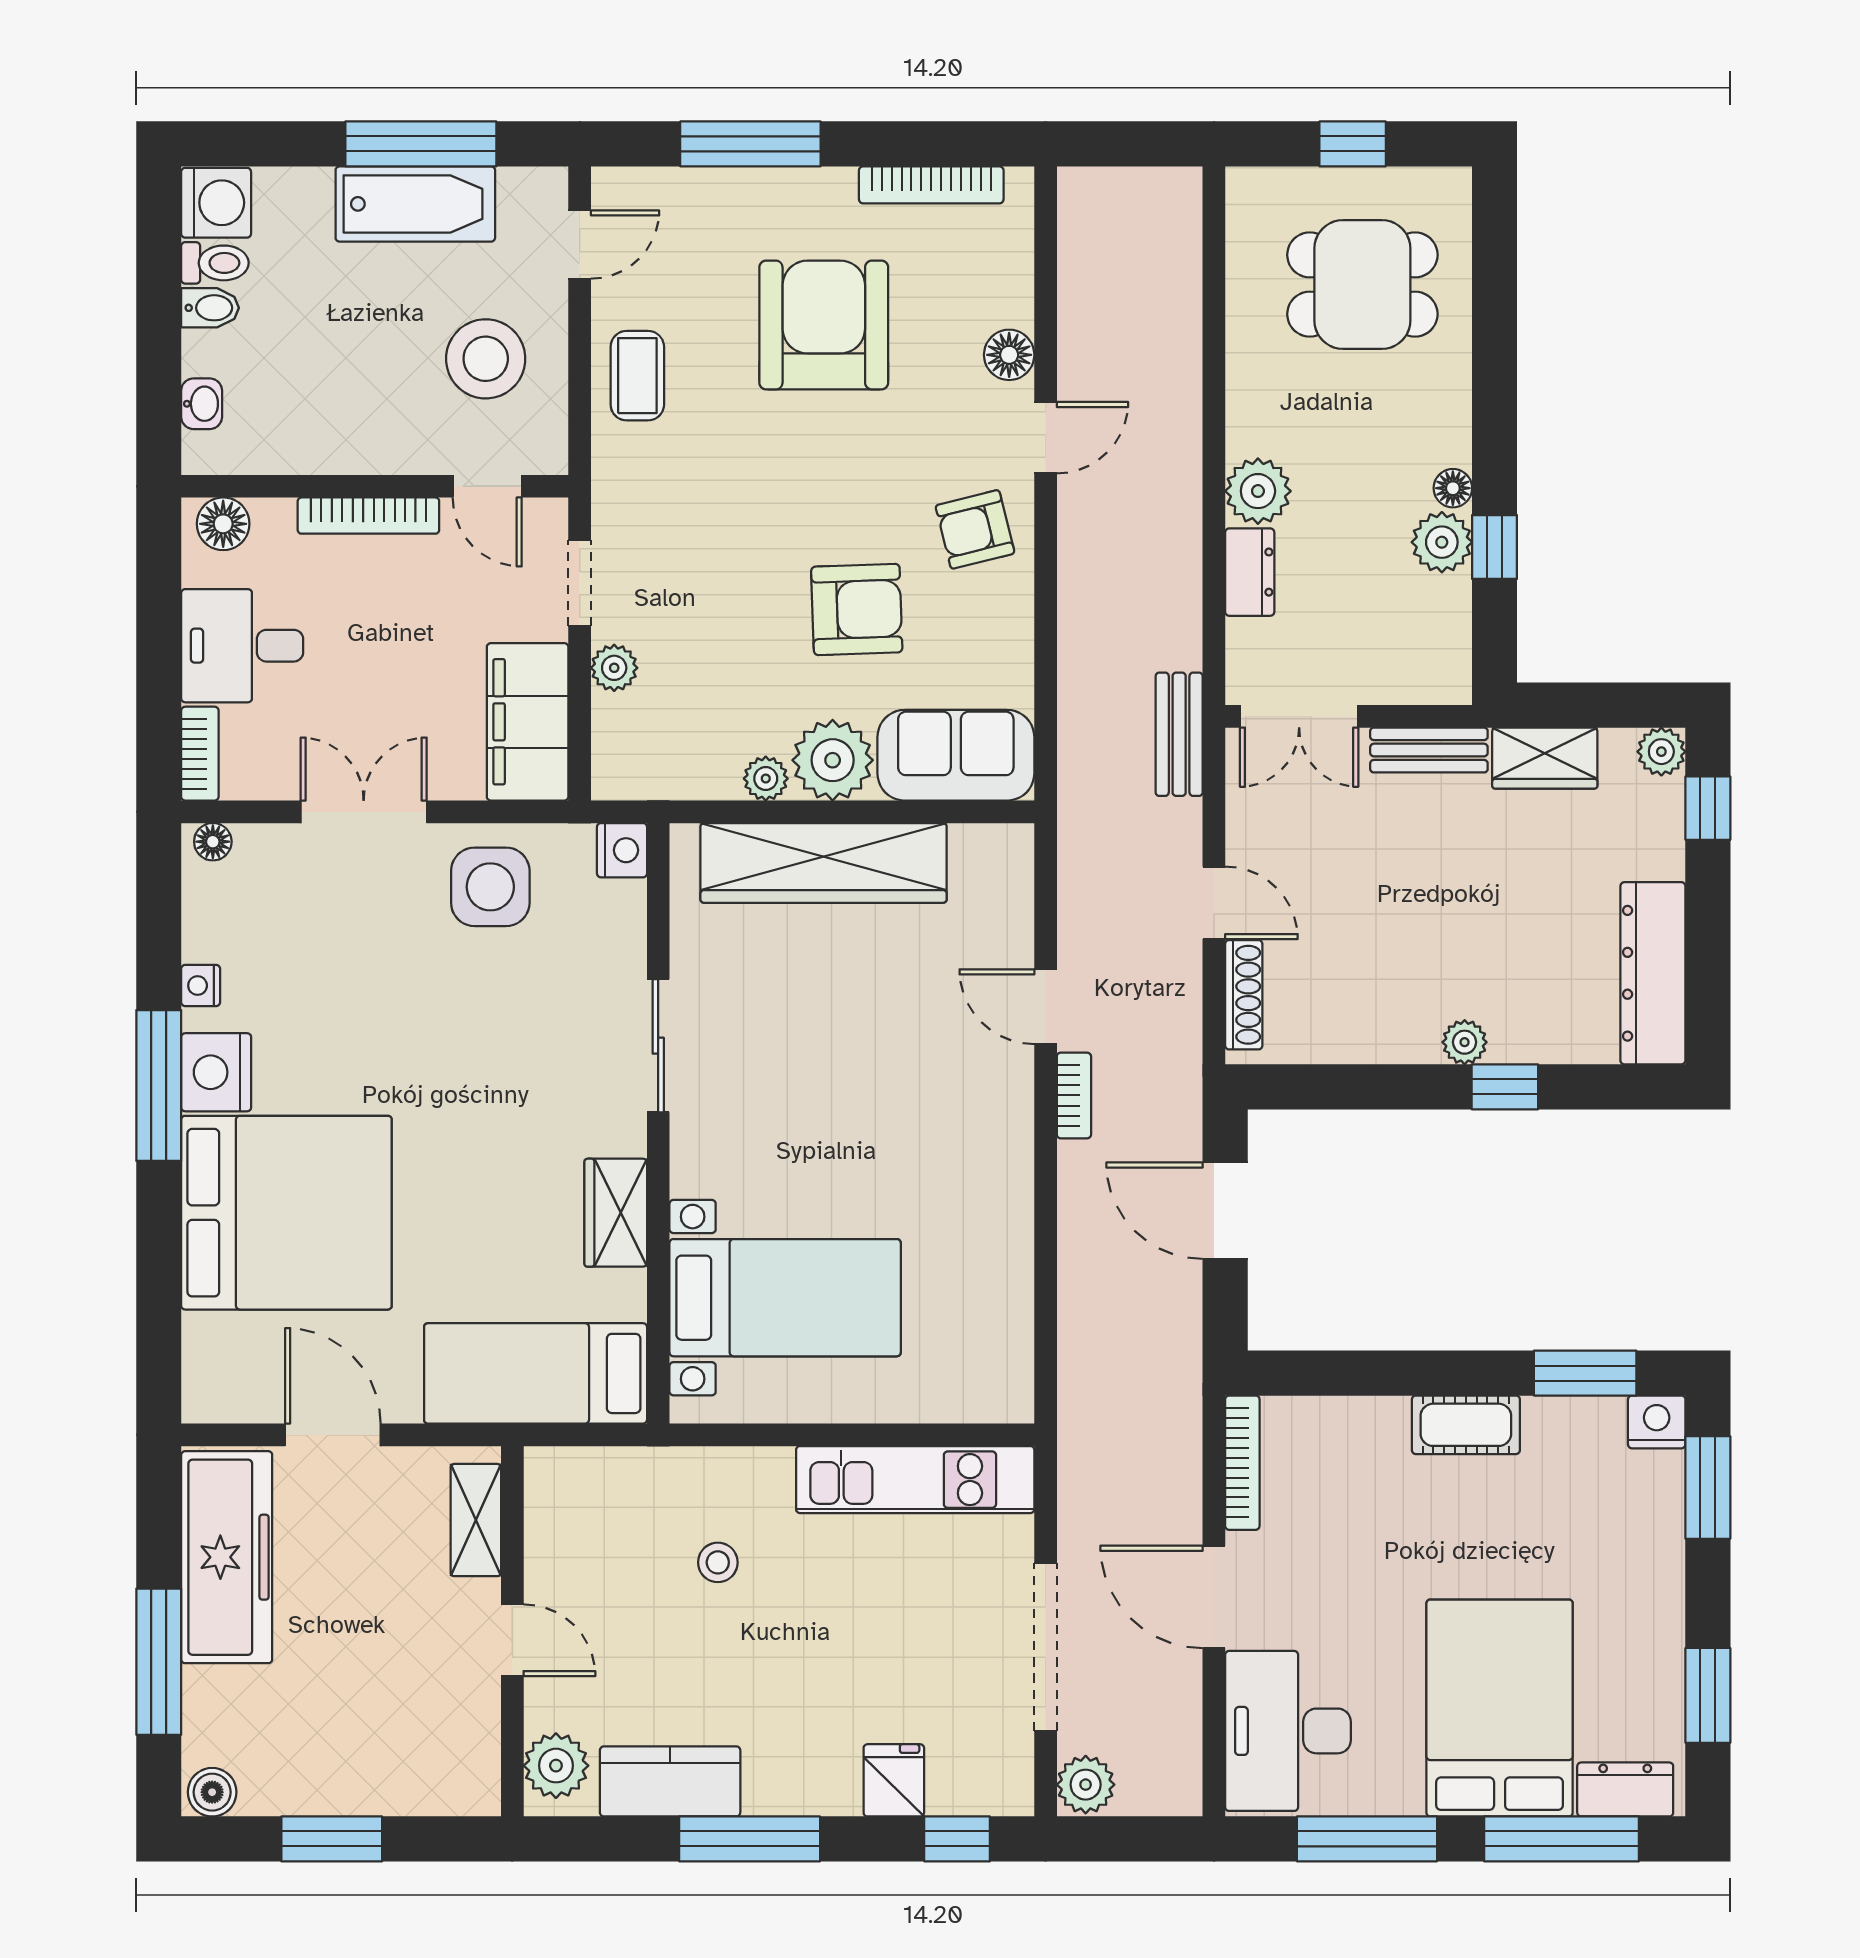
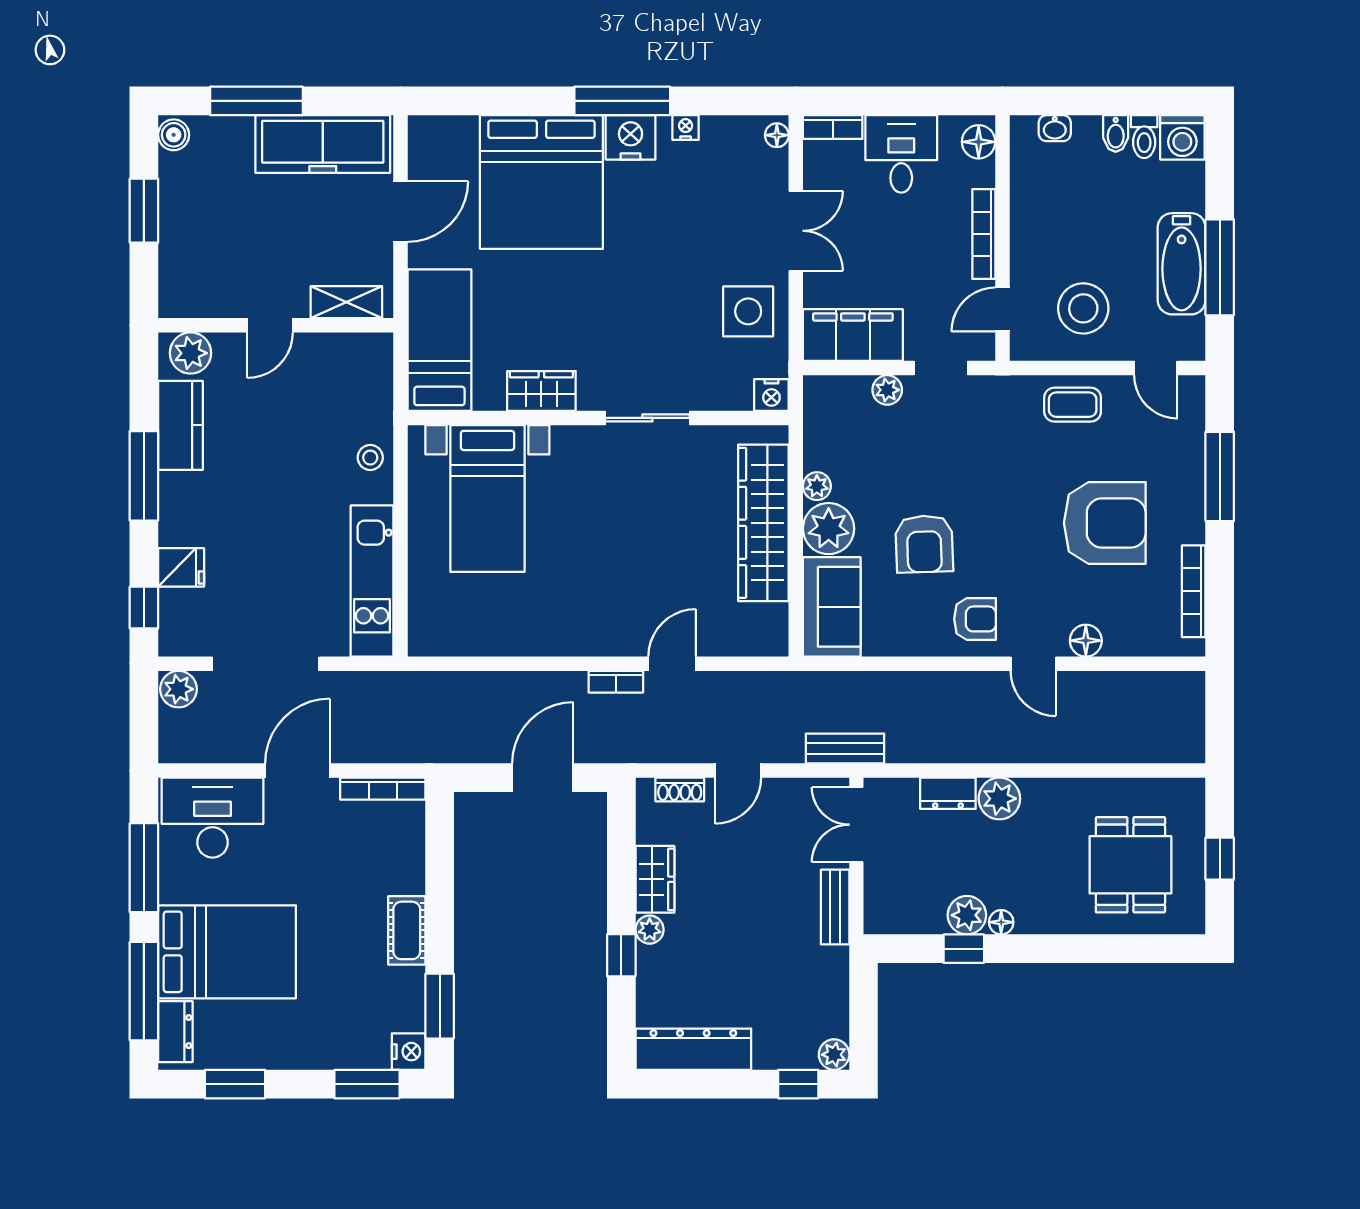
armchair: (975, 529) -> (975, 619), turned 104
wardrobe: (1545, 758) -> (655, 879), moved, turned 180
shoe rack: (1244, 995) -> (680, 789), width x0.70
stool: (718, 1562) -> (370, 458), moved

